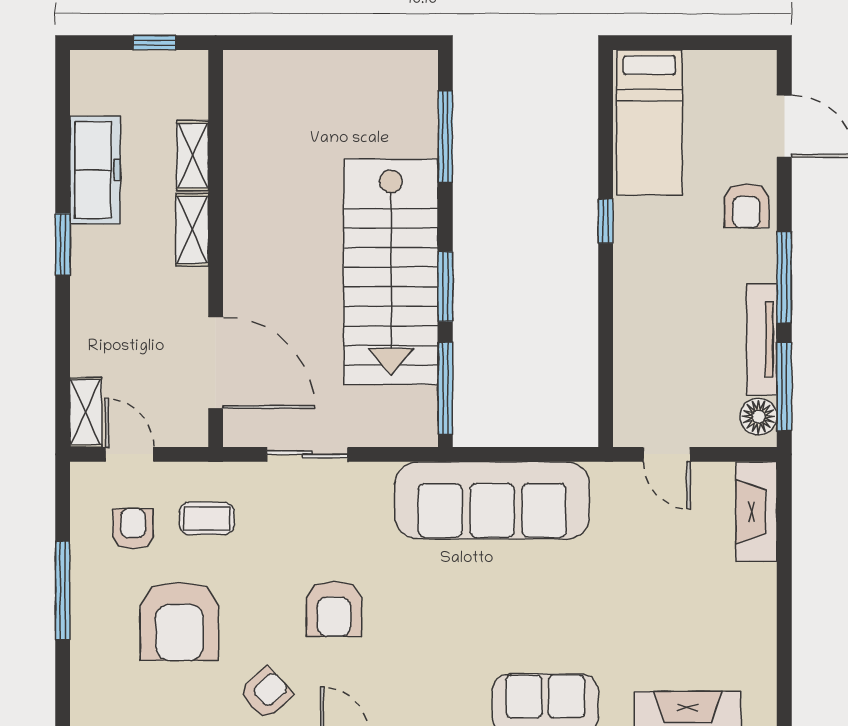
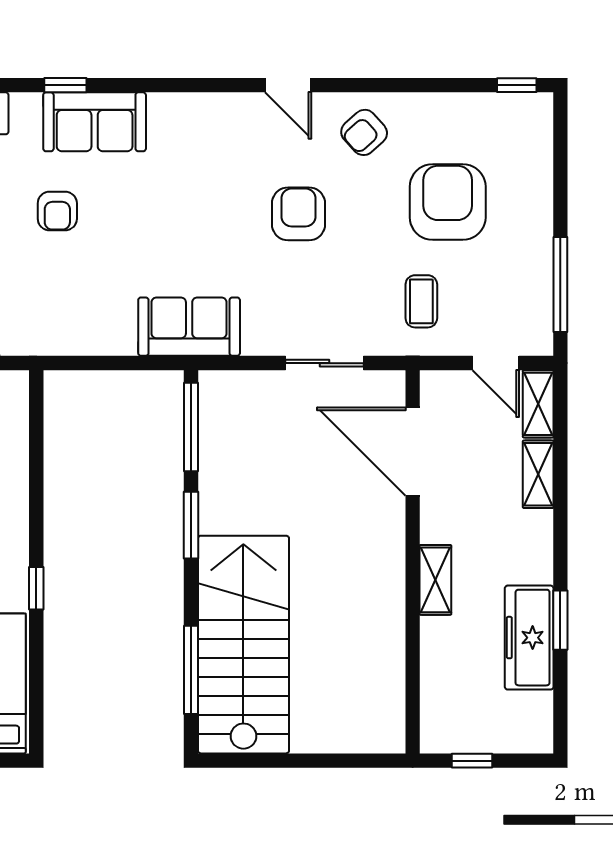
shelving: (193, 156) -> (538, 474), moved
window: (63, 245) -> (560, 620), moved
stairs: (391, 272) -> (243, 645), moved
sofa: (492, 500) -> (189, 327), width x0.54, depth x0.79
coffee table: (207, 518) -> (421, 301), turned 90
armchair: (133, 529) -> (57, 211), moved
window: (63, 590) -> (560, 285), moved

